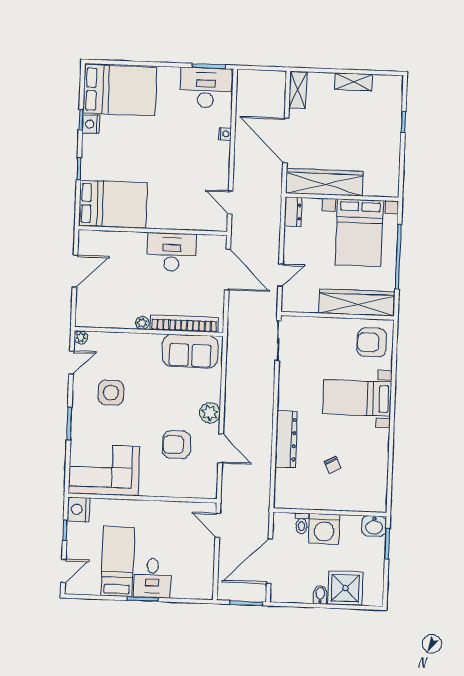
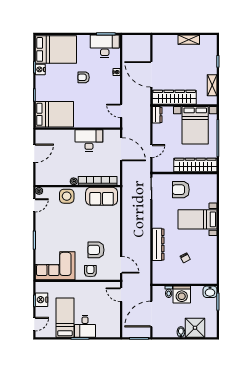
shelving: (298, 90) -> (212, 85), moved
armchair: (167, 141) -> (84, 77), added
armchair: (372, 342) -> (181, 190), moved
side table: (111, 393) -> (67, 196), moved
plant: (210, 413) -> (114, 231), removed
door: (221, 448) -> (121, 265), moved
armchair: (165, 482) -> (90, 271), added
nightstand: (78, 509) -> (42, 300), moved

